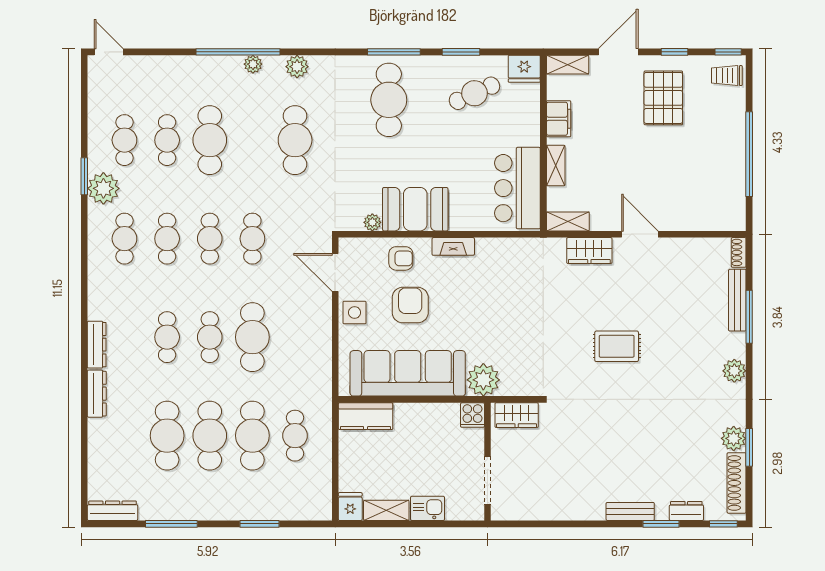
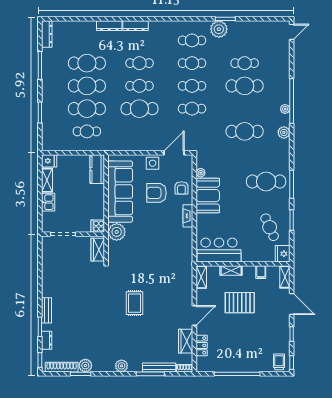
pallet: (663, 98) -> (240, 303), moved
filing cabinet: (559, 119) -> (261, 272), width x0.50
cafe table: (124, 140) -> (245, 40), removed
locker: (696, 221) -> (202, 345), added
wardrobe: (589, 251) -> (186, 341), moved
armchair: (410, 305) -> (157, 193), turned 180

